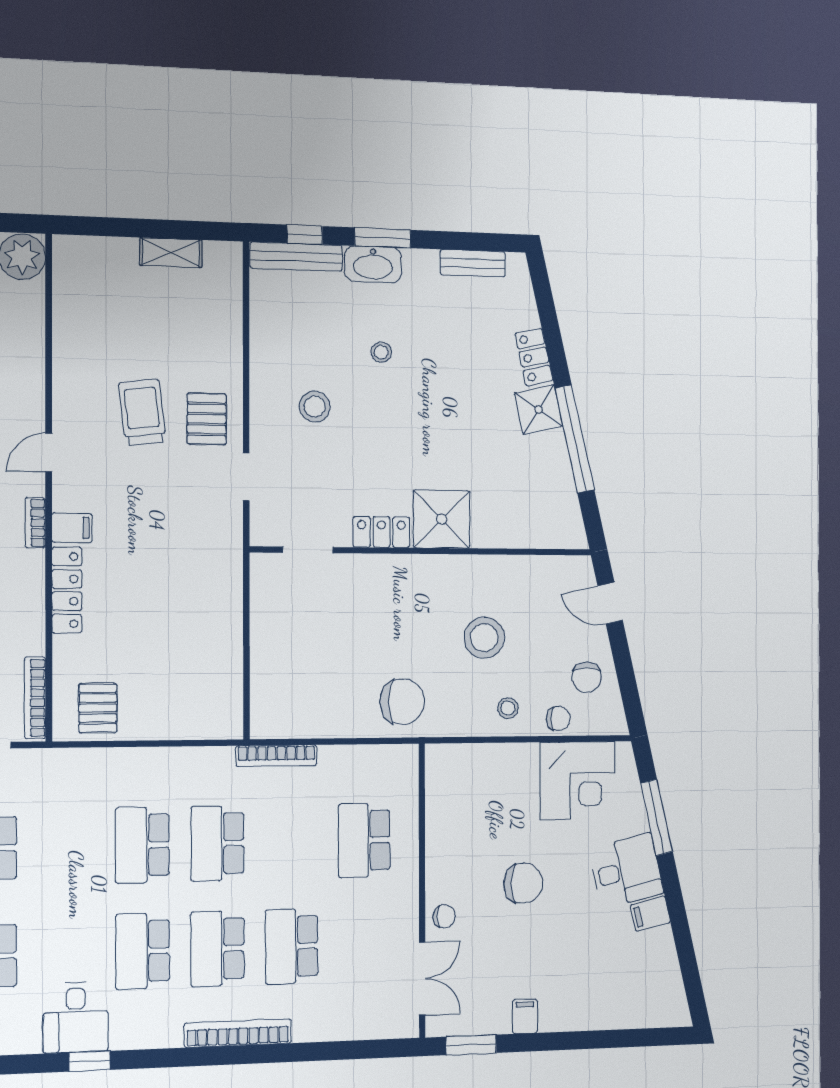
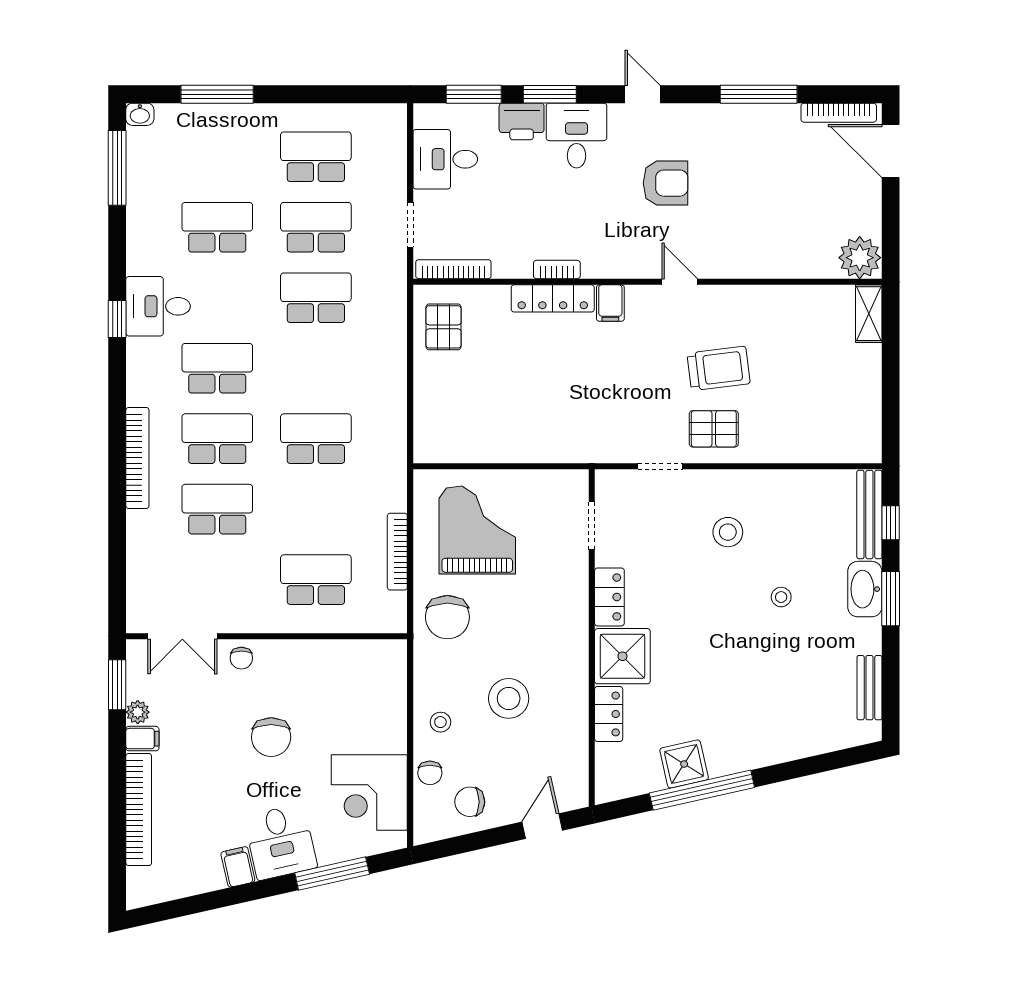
shelving: (171, 253) -> (869, 314), moved
locker: (534, 357) -> (609, 714), moved, turned 103
shower: (539, 410) -> (684, 764), moved
bookcase: (35, 523) -> (557, 269), moved
grand piano: (313, 671) -> (477, 530), added
pallet: (98, 708) -> (444, 327), turned 90
bookcase: (276, 756) -> (397, 552), moved
school desk: (142, 845) -> (316, 298), moved
bookcase: (595, 1017) -> (139, 809), added
plant: (499, 1022) -> (138, 712), added

